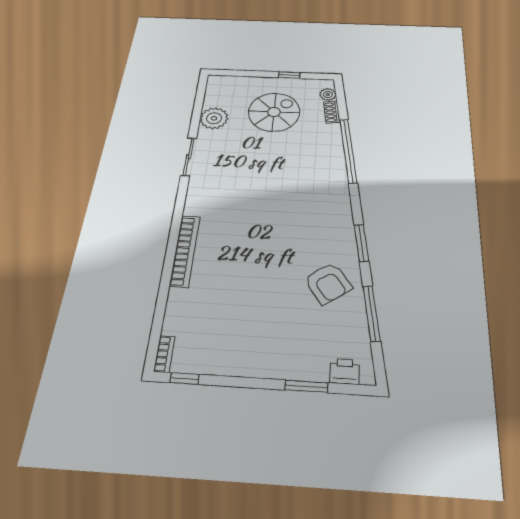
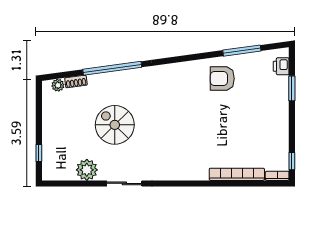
window: (289, 75) -> (39, 153), moved
spiral stairs: (274, 112) -> (115, 125), moved
window: (361, 243) -> (190, 58), removed
bookcase: (185, 251) -> (237, 174), moved
armchair: (328, 283) -> (222, 79), turned -145

